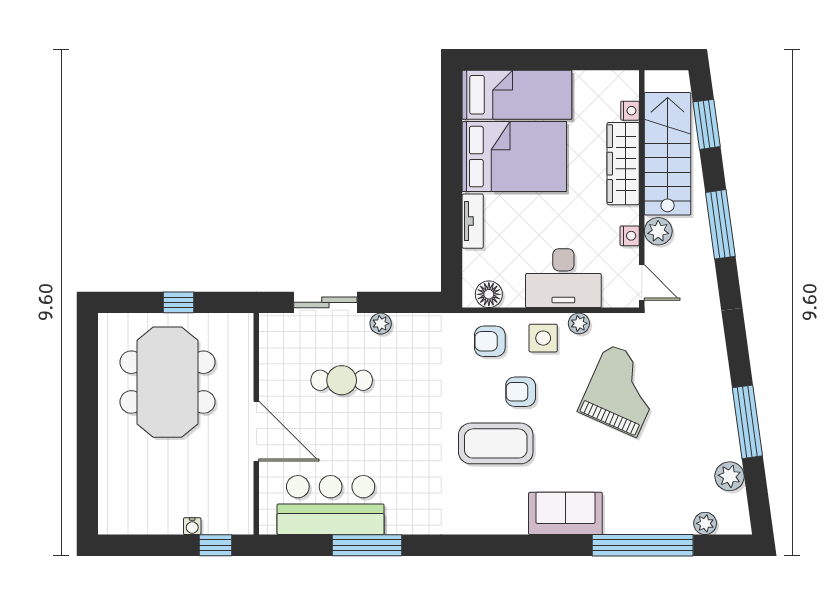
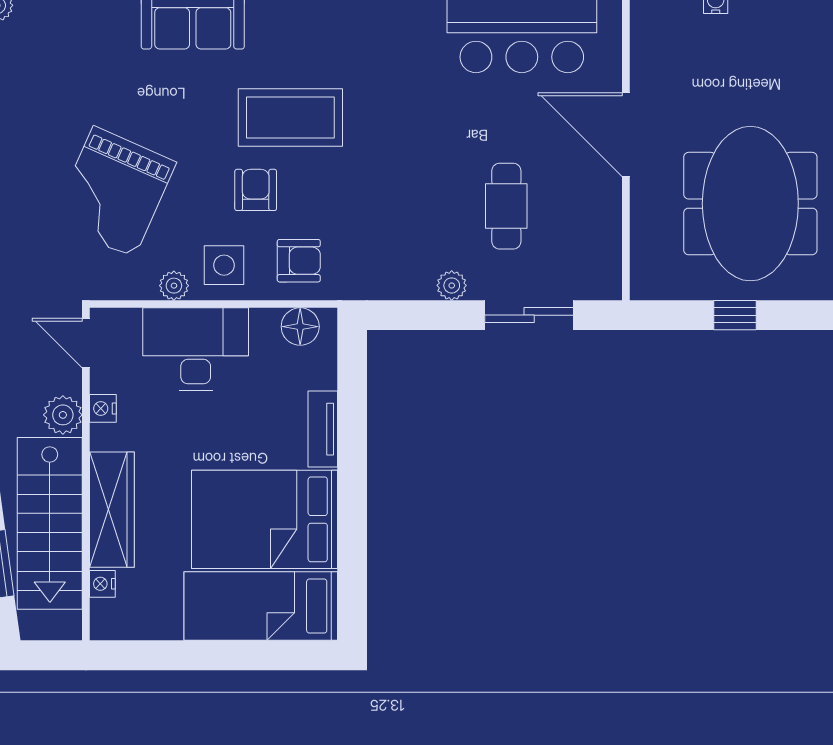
cafe table: (342, 380) -> (506, 206), turned 90
armchair: (521, 392) -> (256, 190), turned -90

